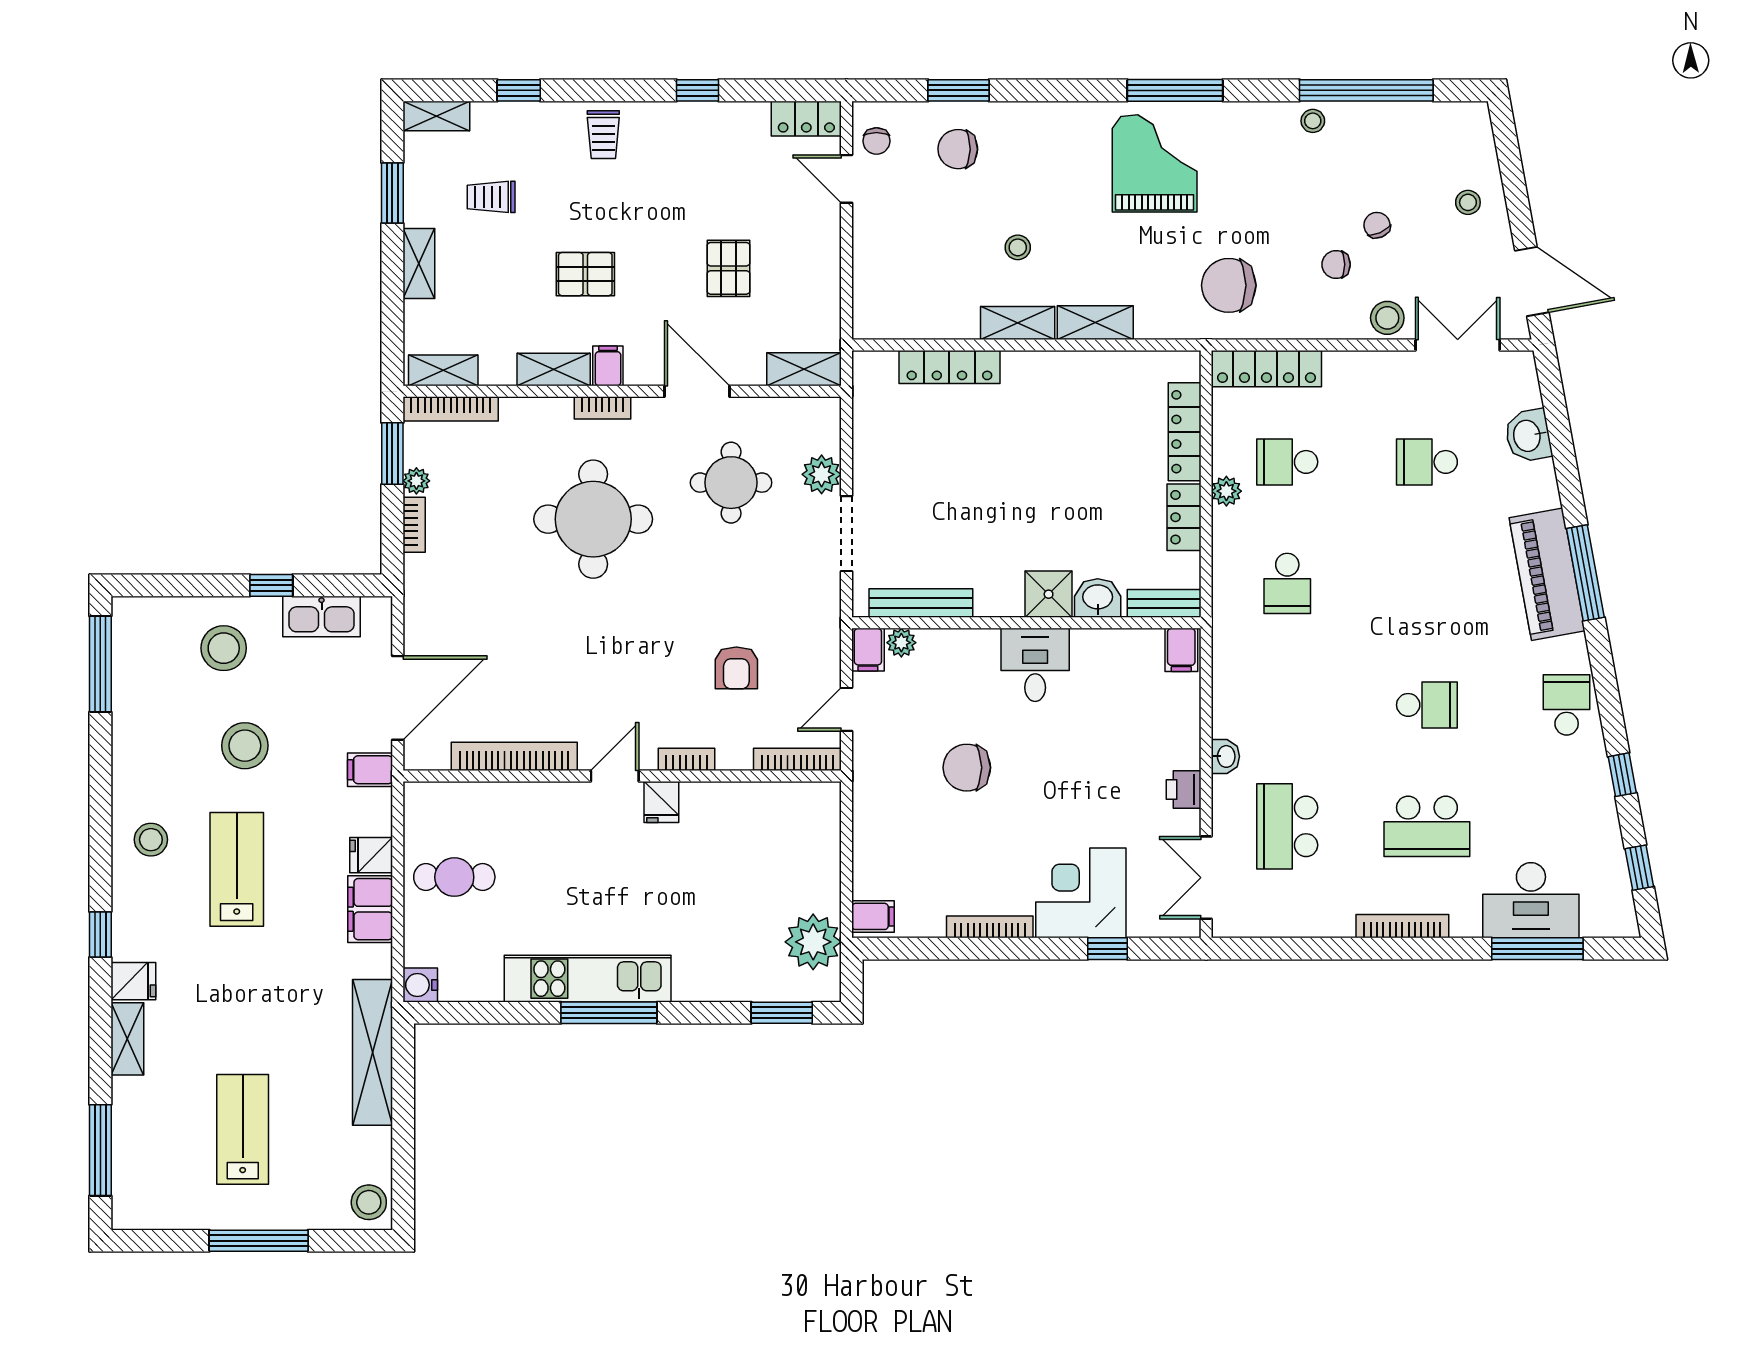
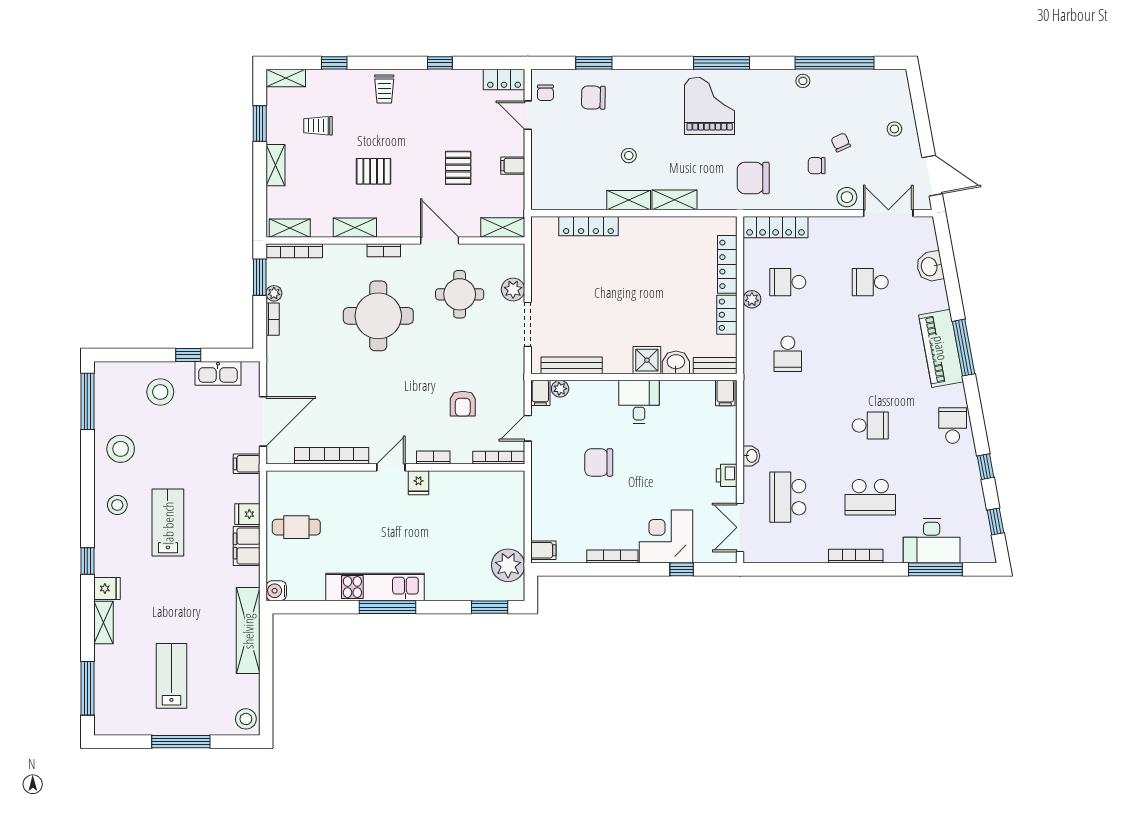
filing cabinet: (608, 366) -> (513, 166), moved, turned -90
stool: (245, 746) -> (121, 449), moved

